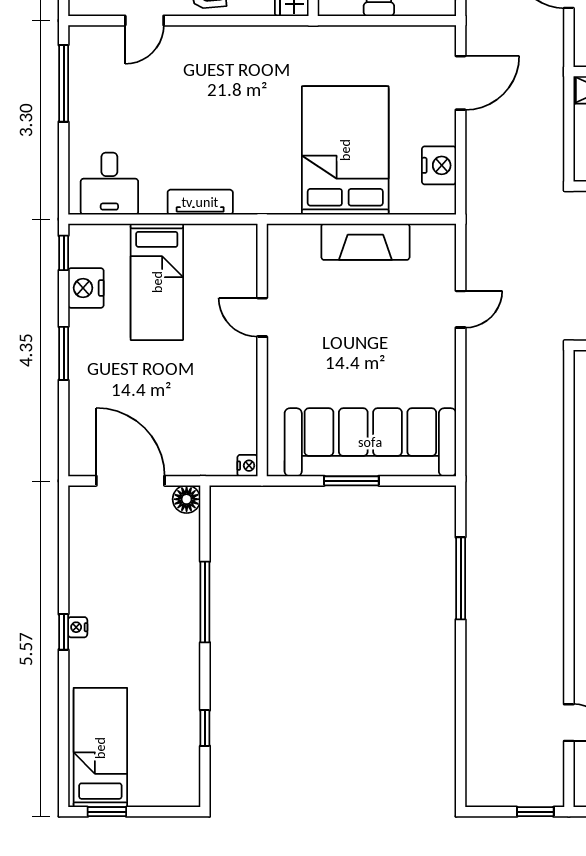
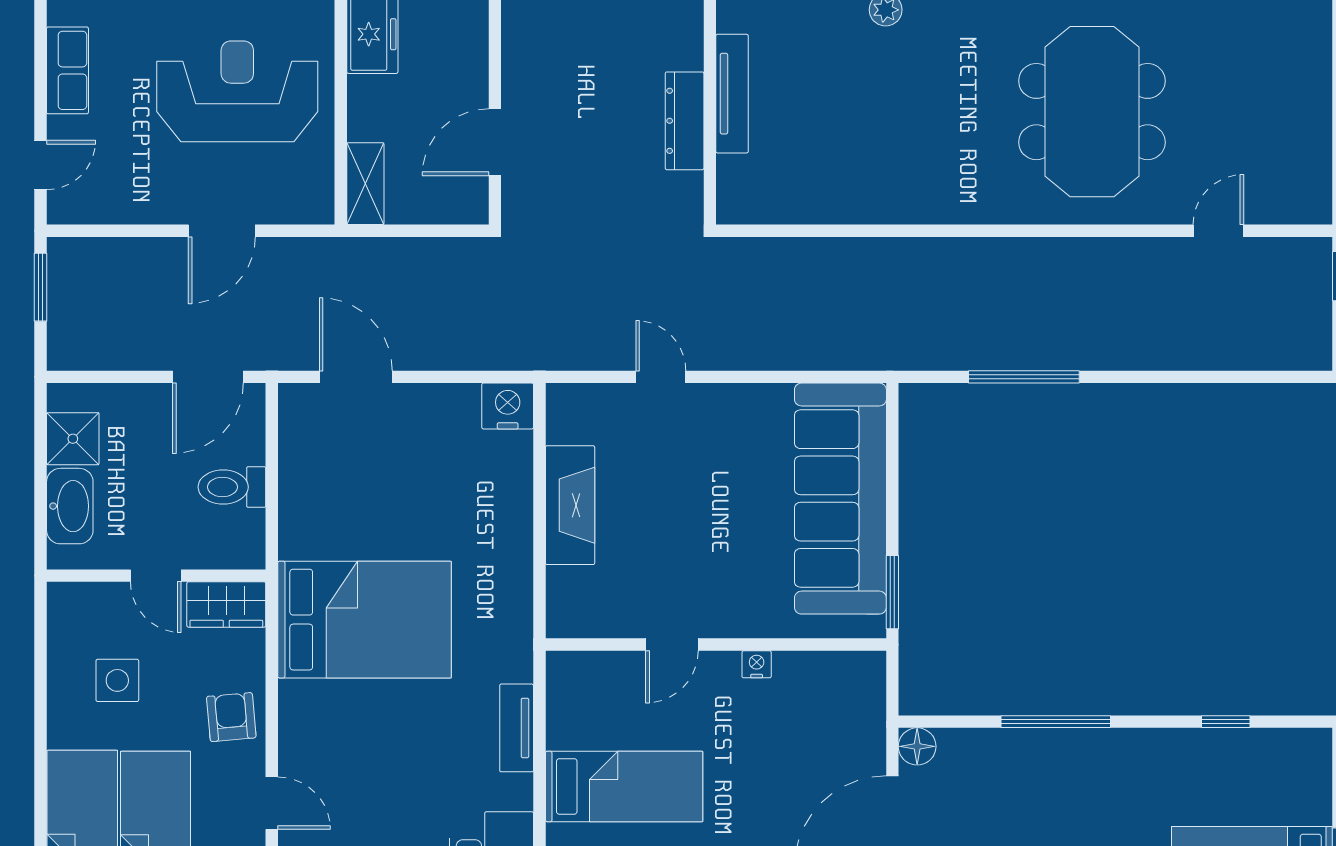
bed: (345, 150) -> (364, 620), moved, turned 180
nightstand: (439, 165) -> (508, 406), moved
nightstand: (247, 466) -> (757, 664), moved
window: (351, 481) -> (892, 592), moved

